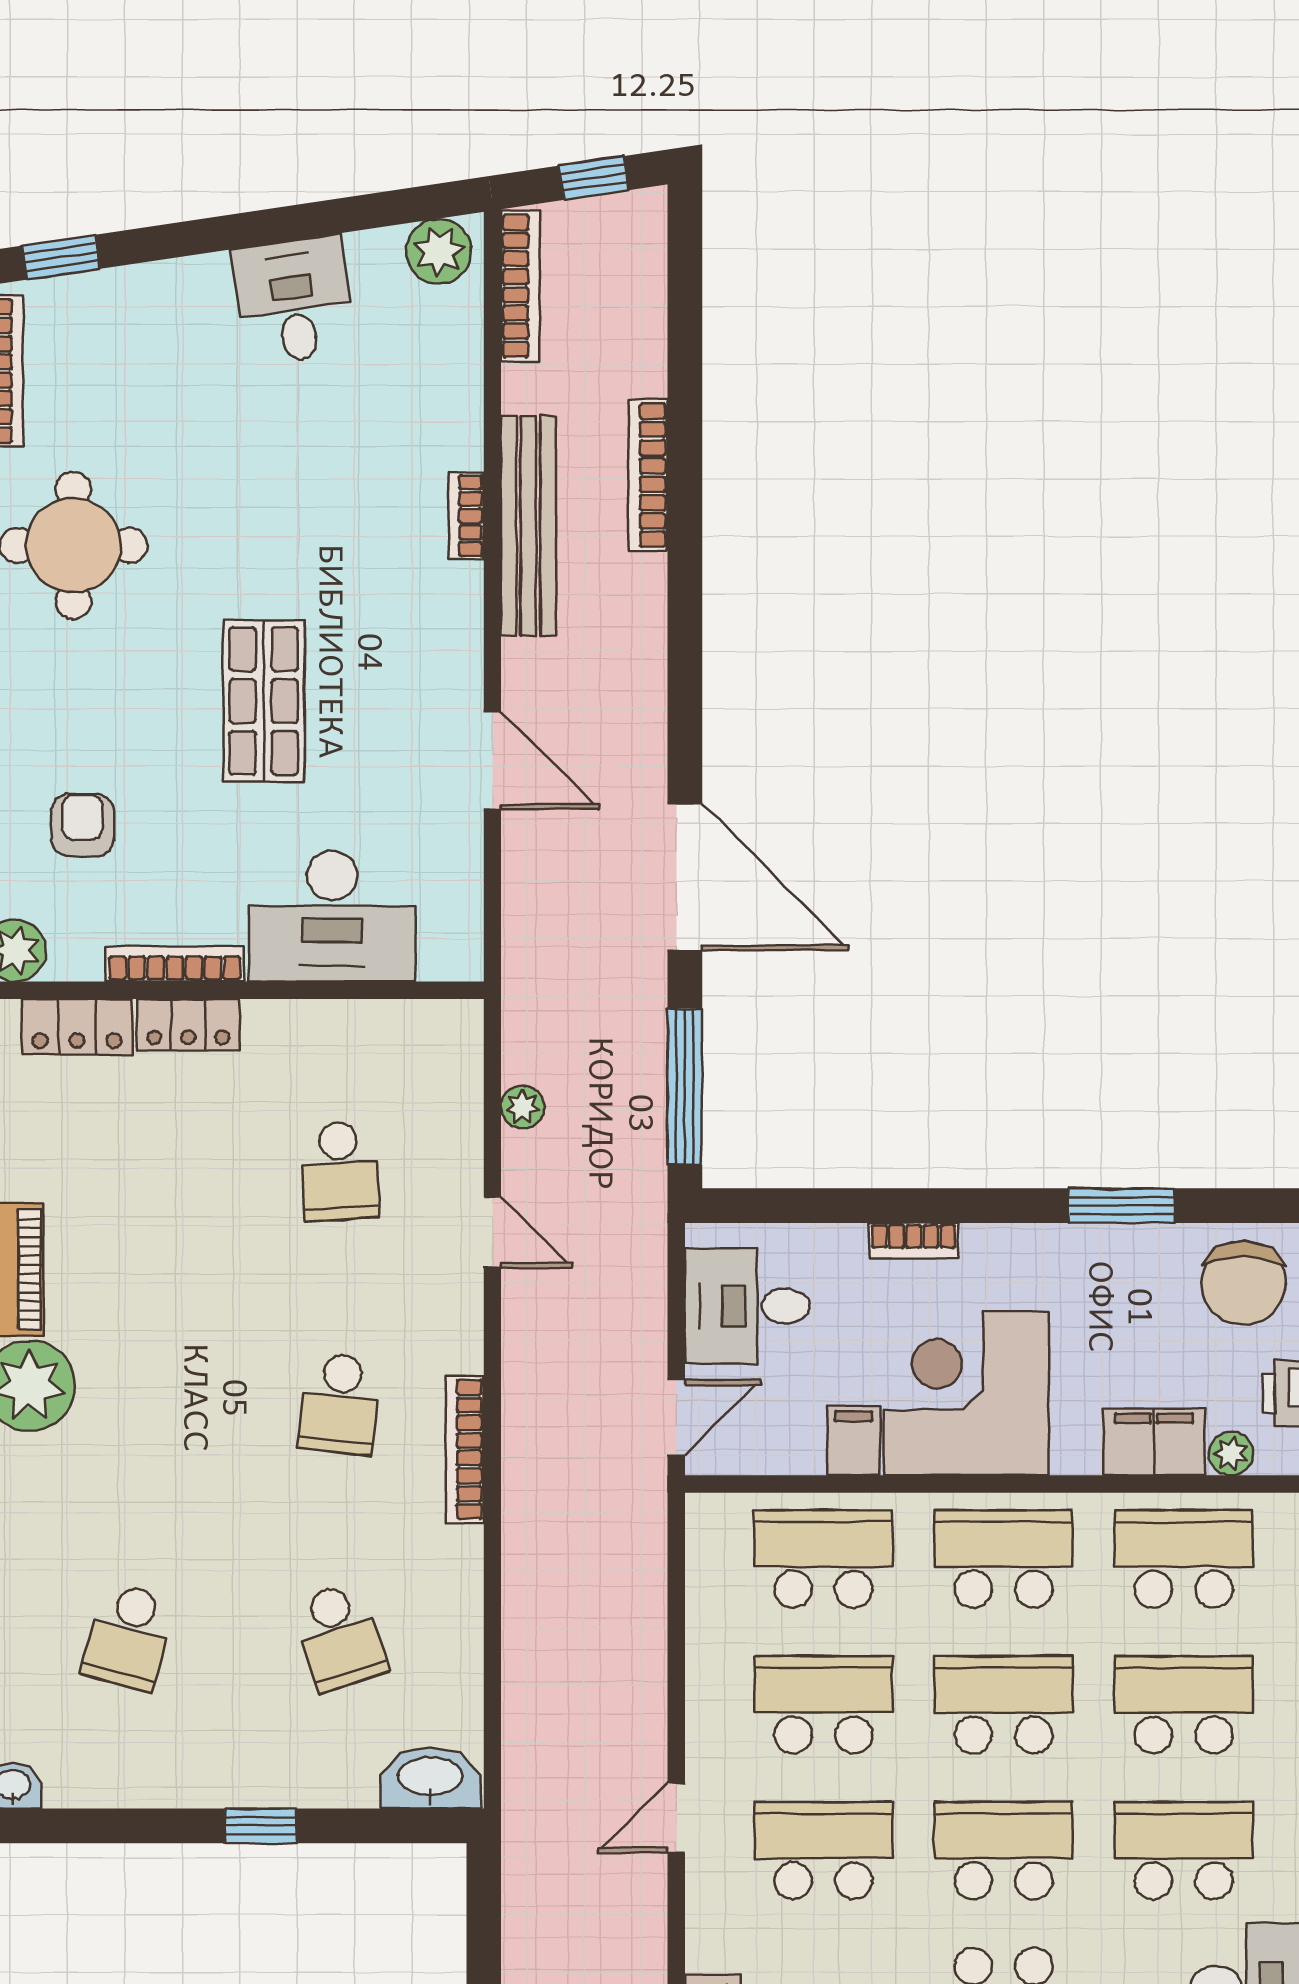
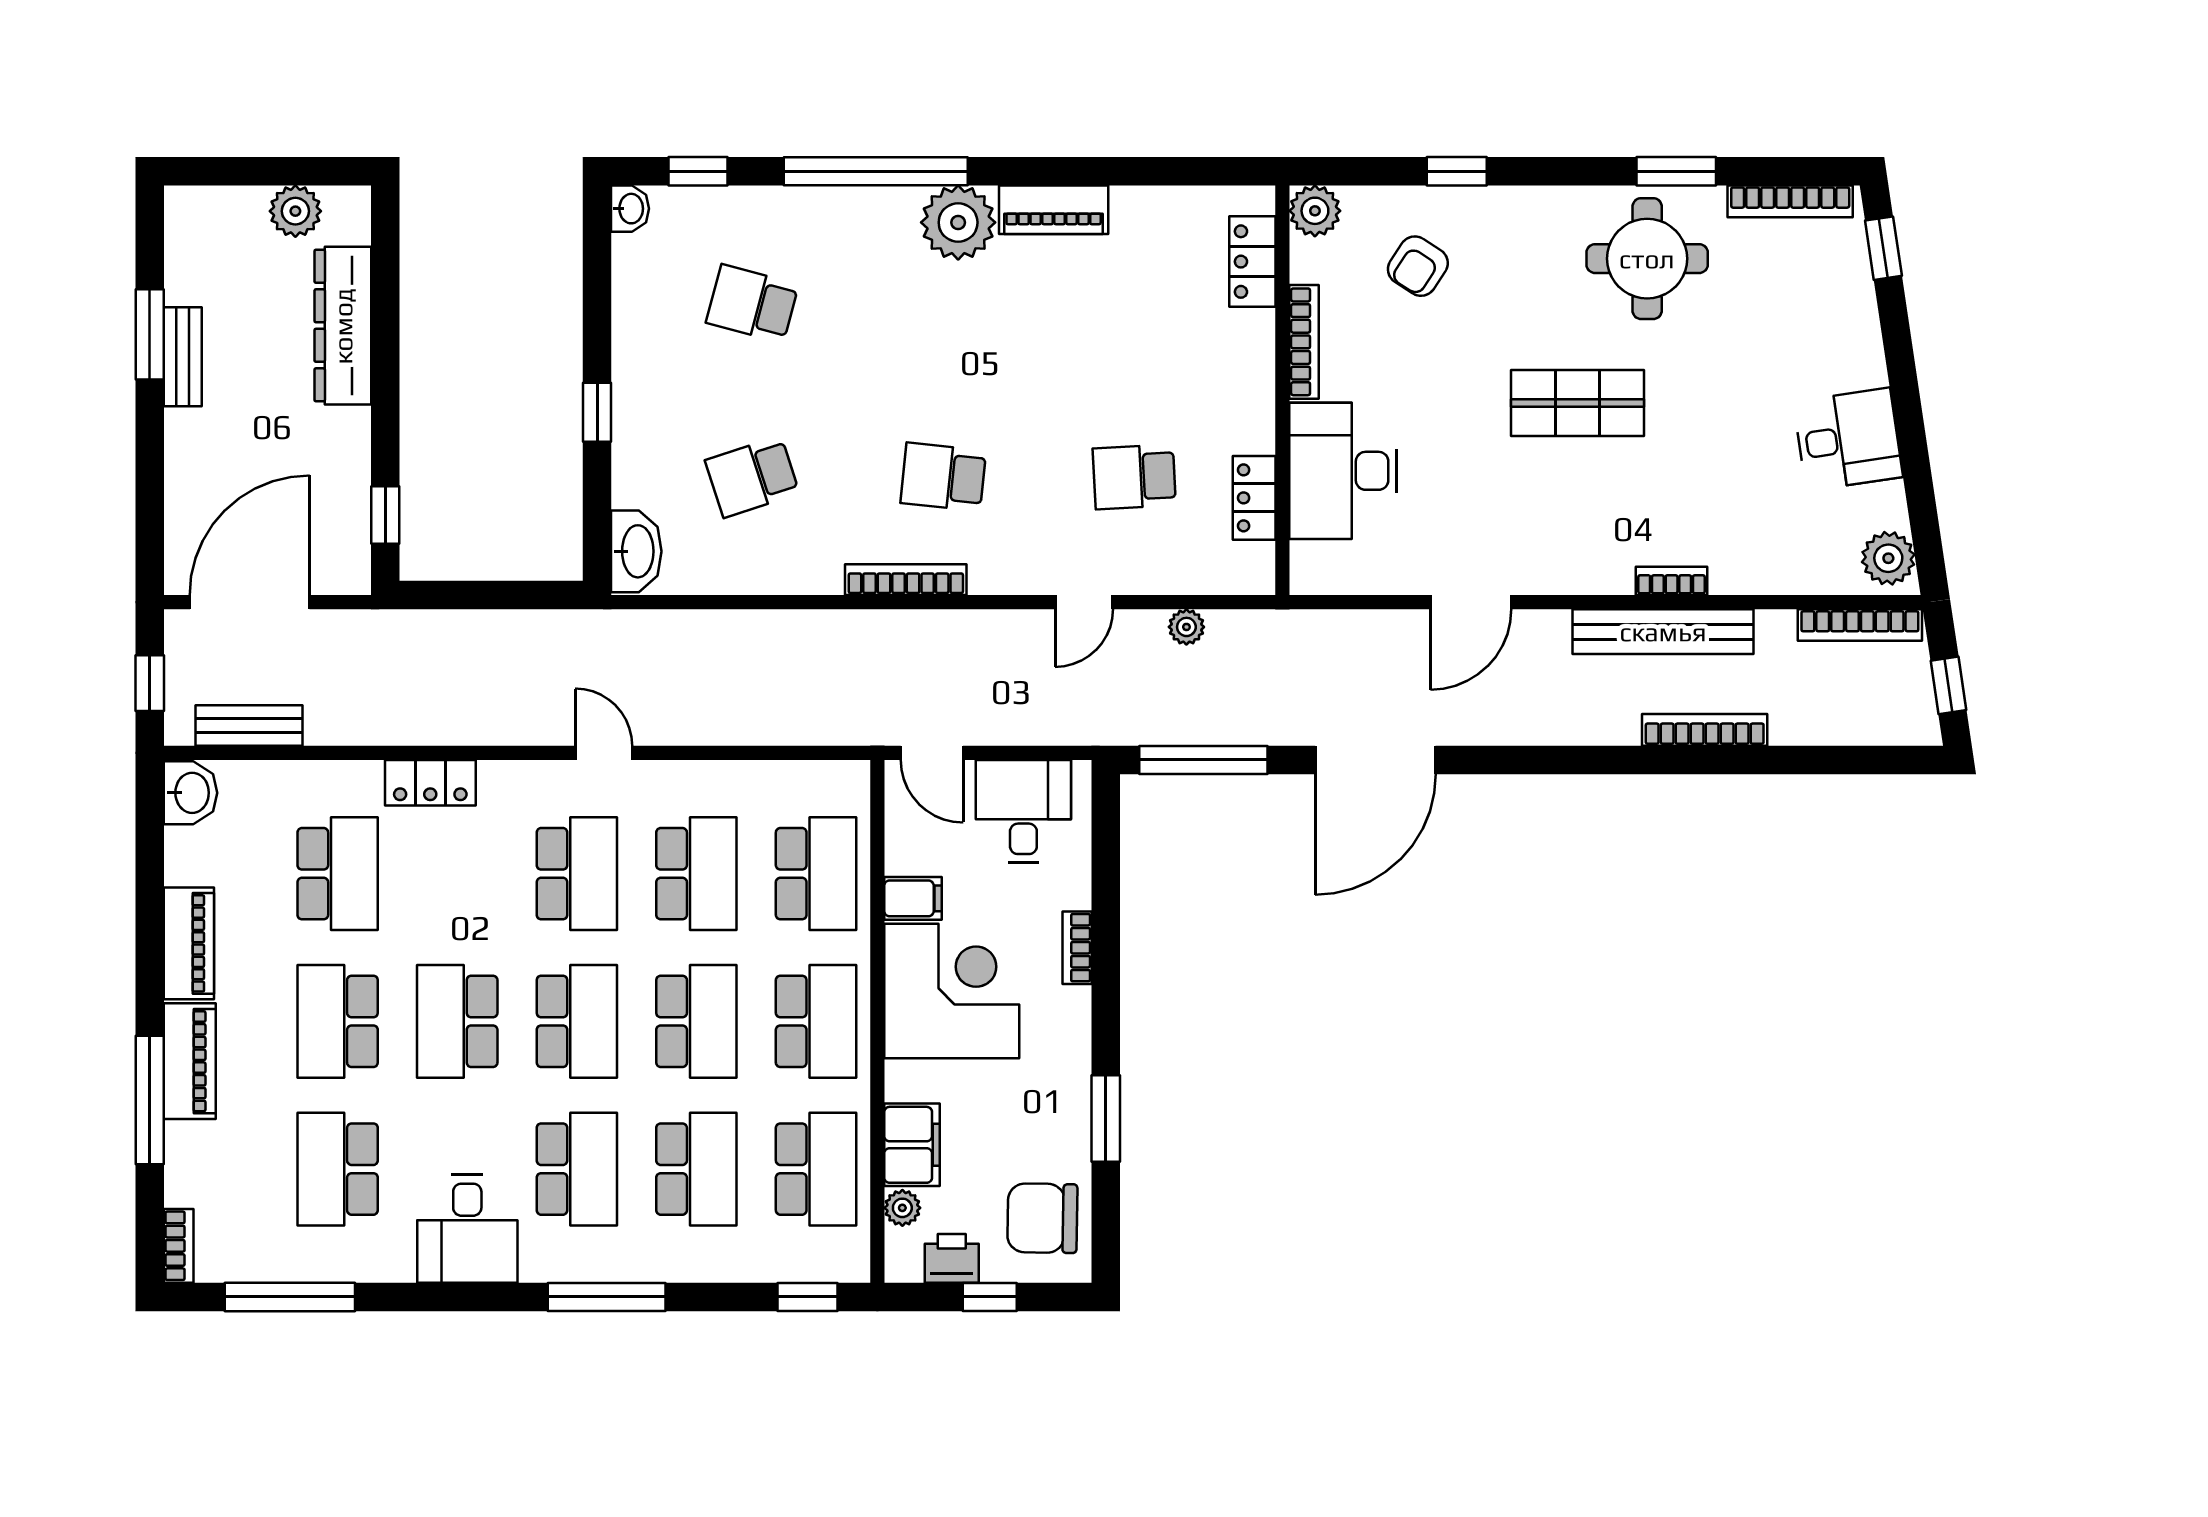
shop shelf: (264, 701) -> (1578, 403), moved
armchair: (83, 825) -> (1418, 266), turned 123
locker: (188, 1025) -> (1254, 498), moved

